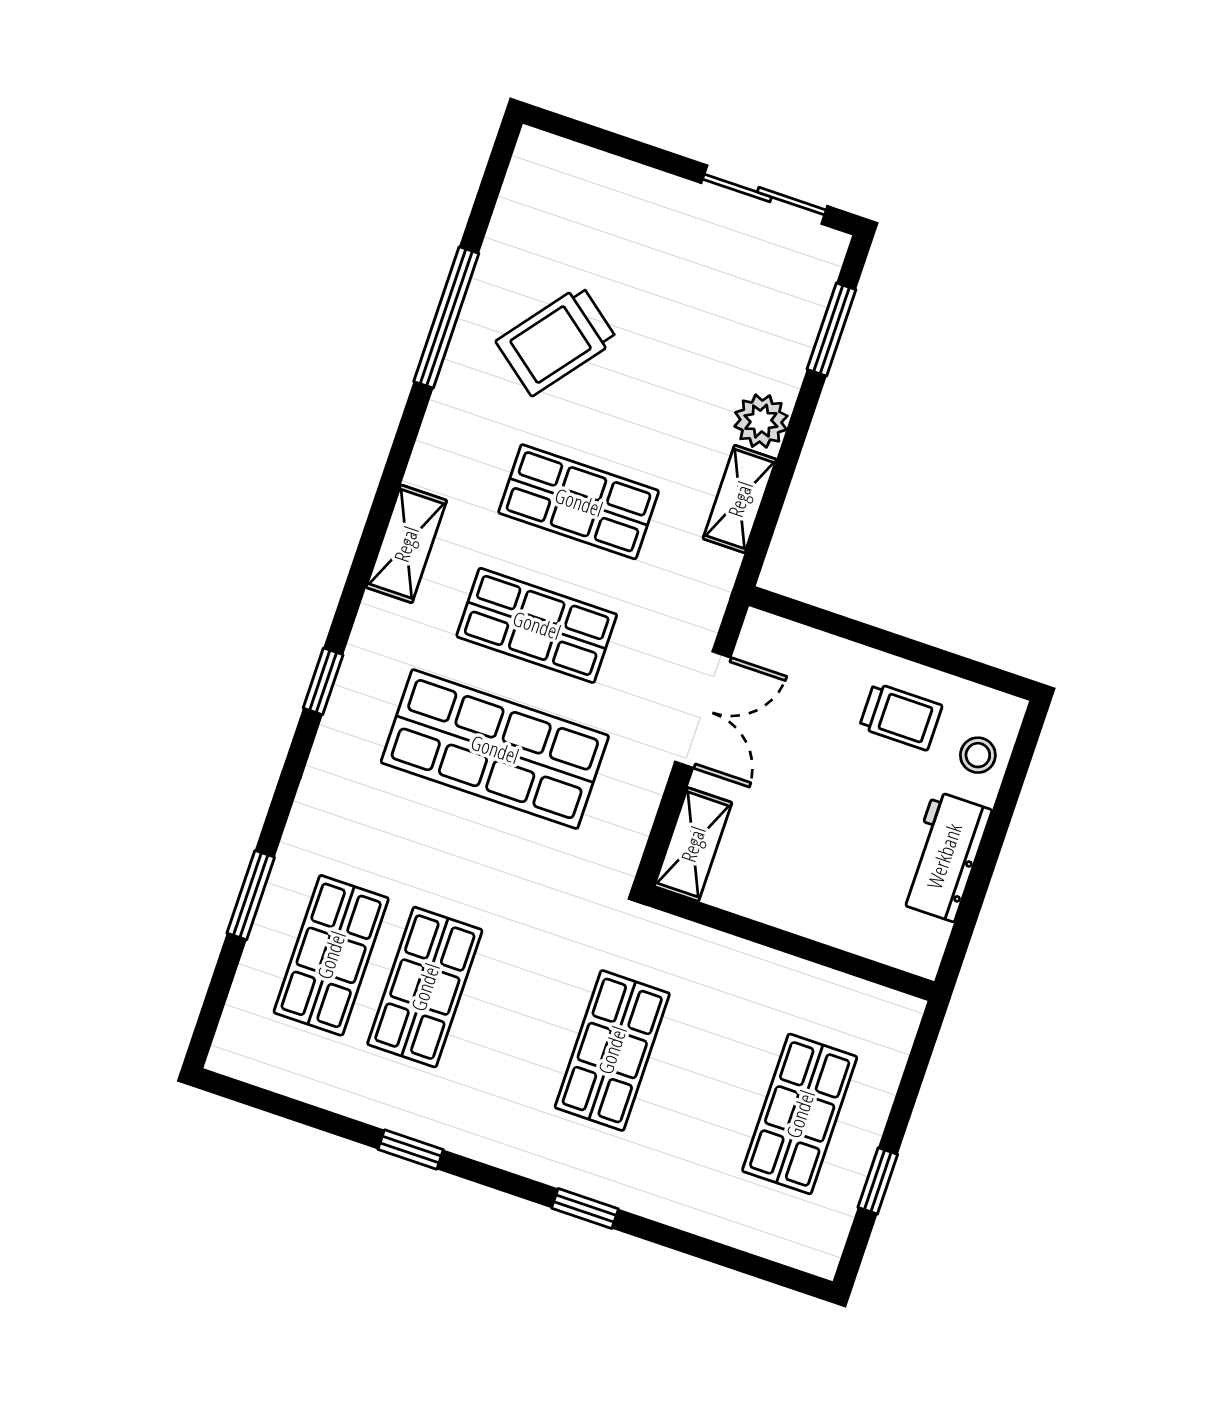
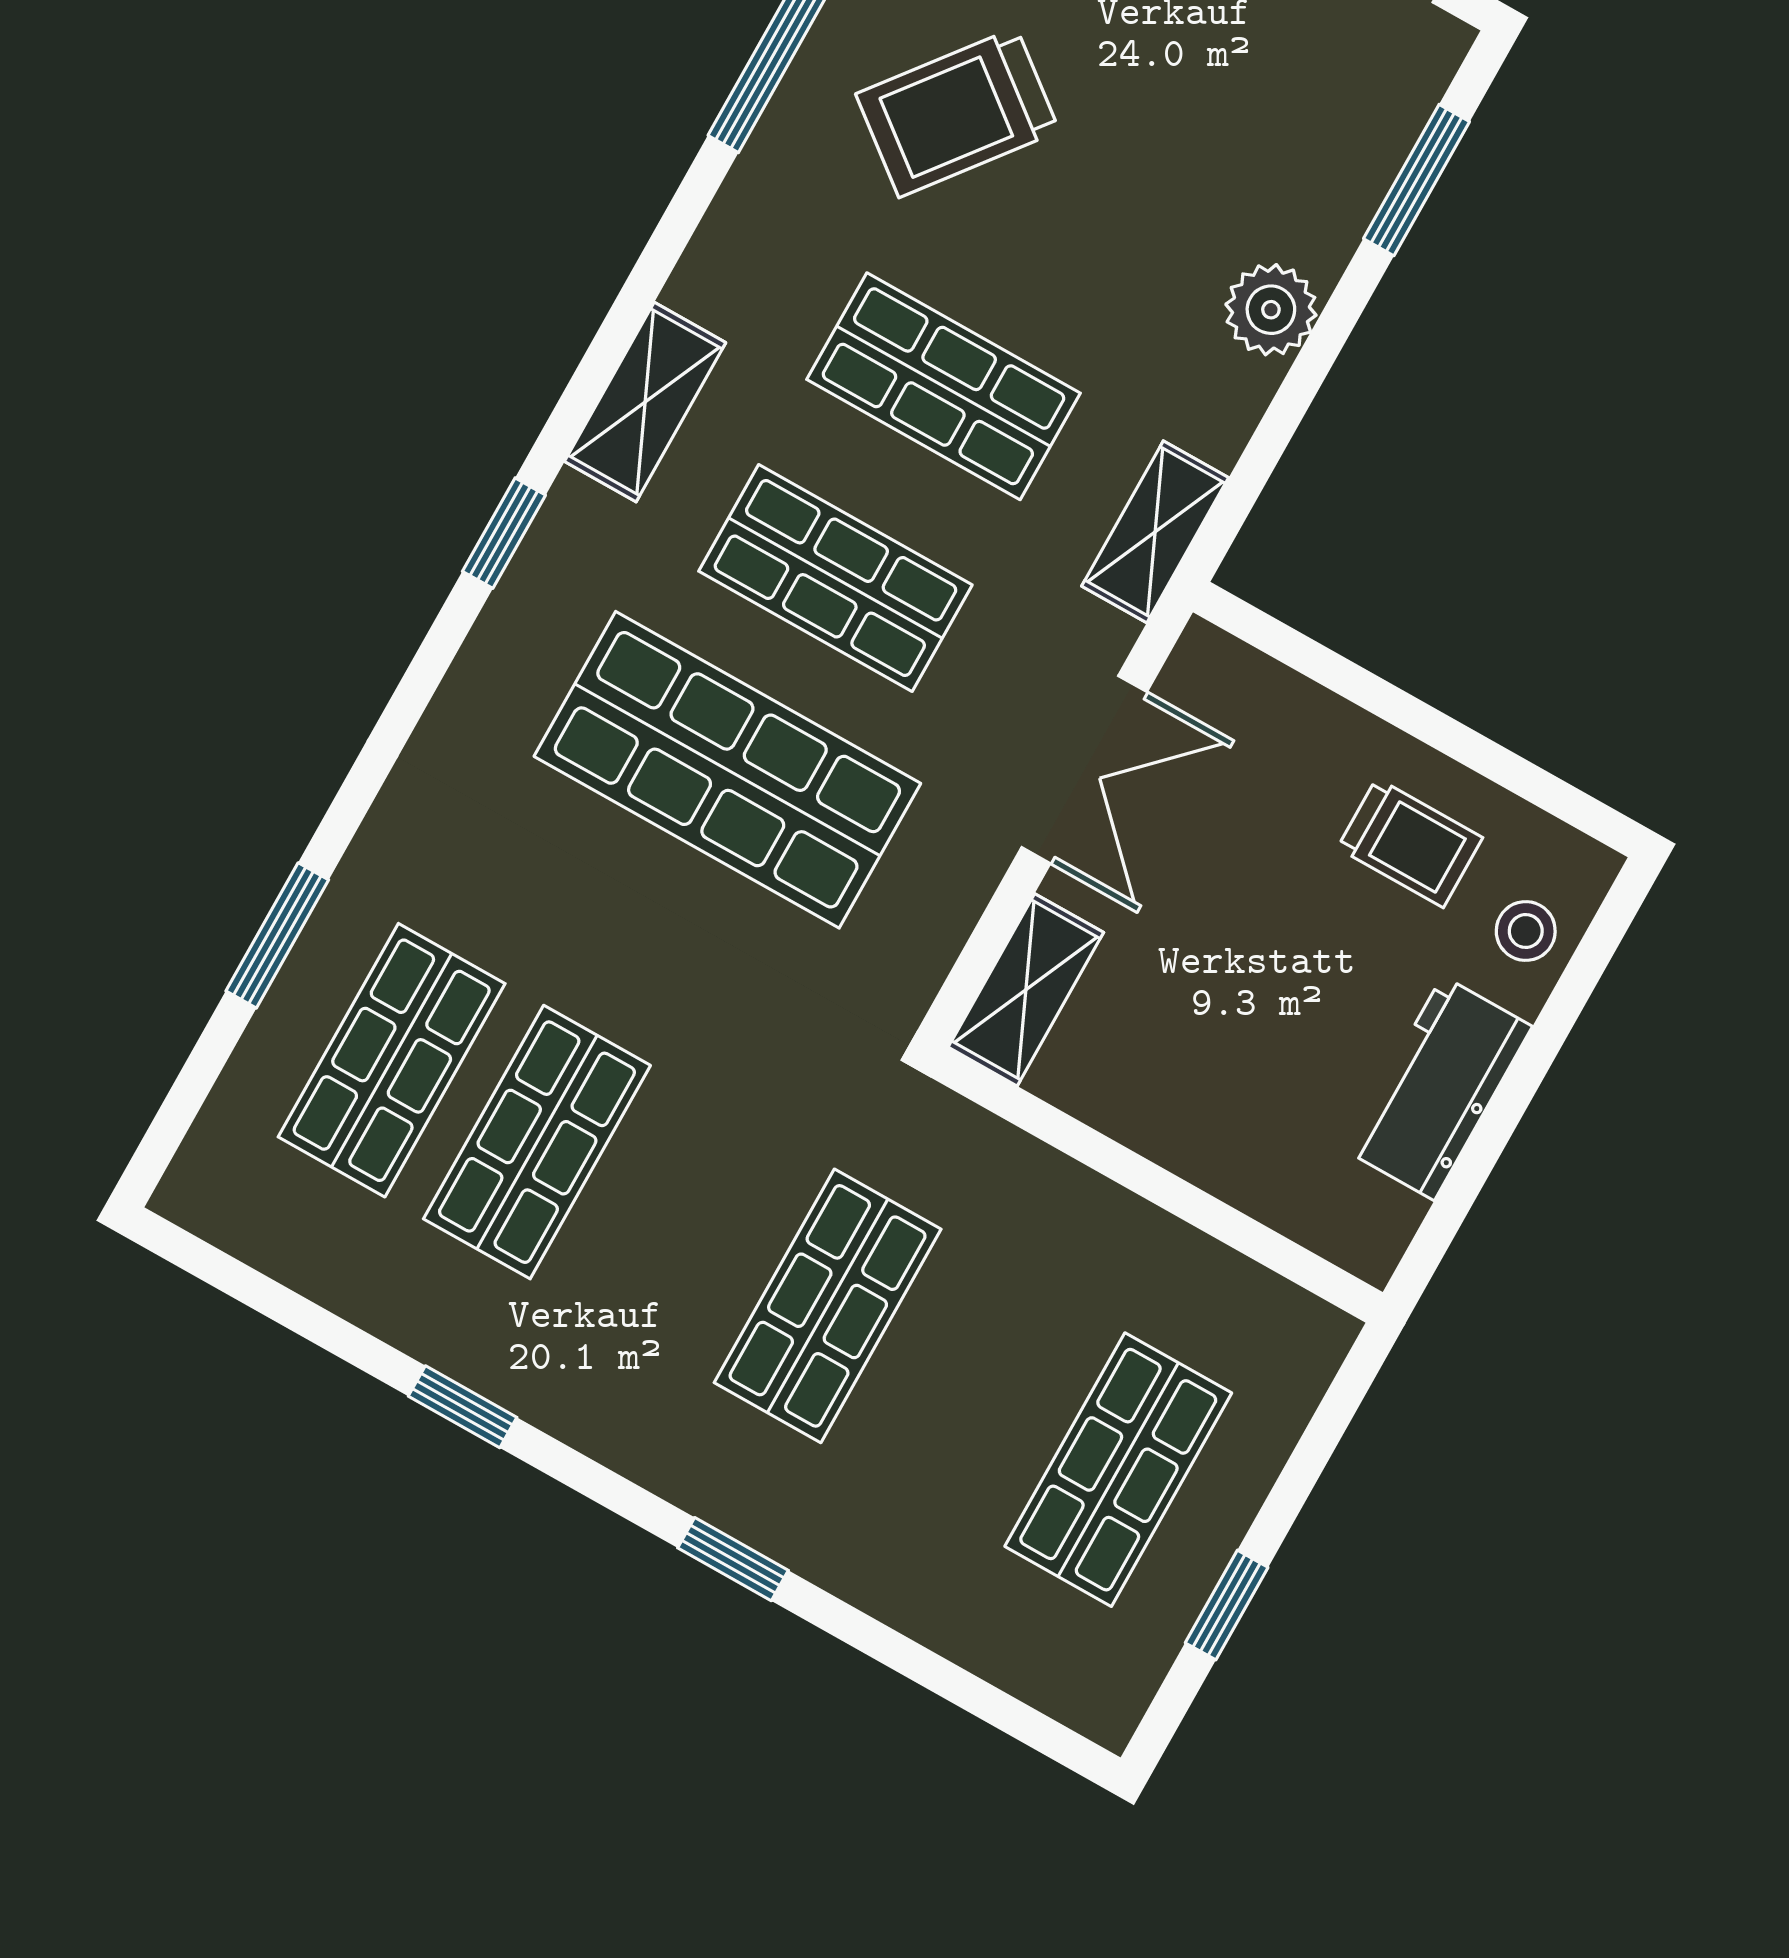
shelving: (740, 499) -> (1155, 532), moved
window: (323, 681) -> (504, 533), moved

